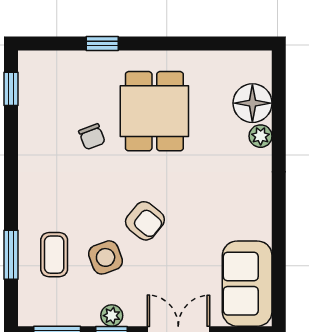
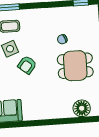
plant: (261, 136) -> (68, 113), removed

